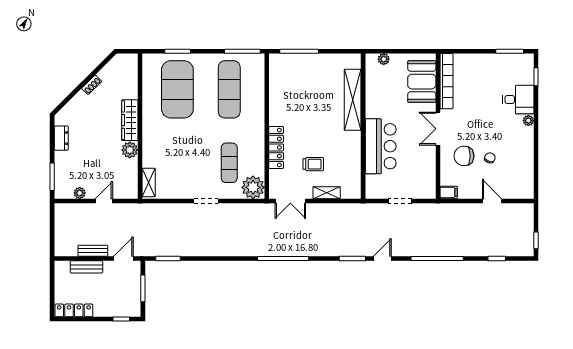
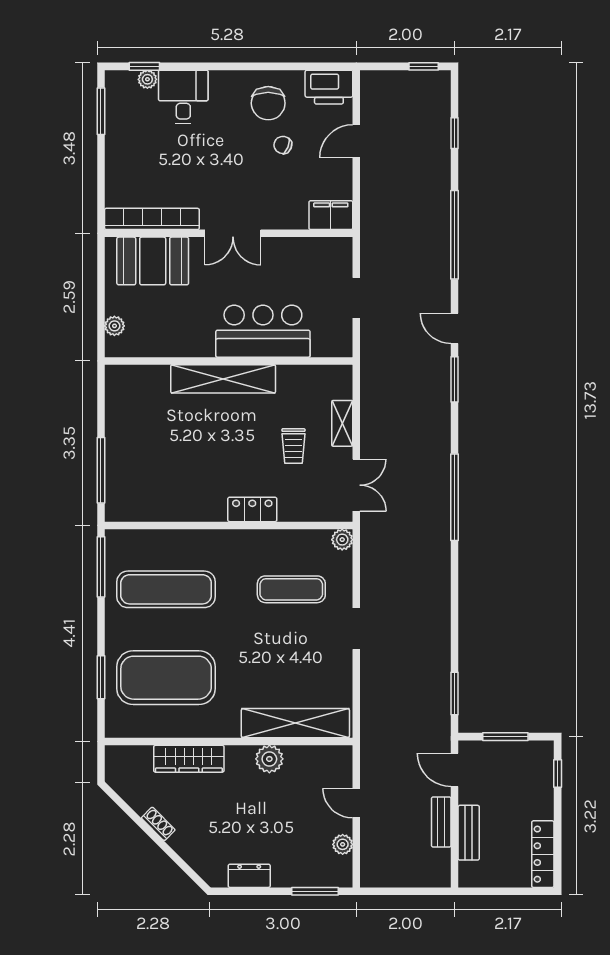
shelving: (353, 100) -> (223, 379), moved
wardrobe: (130, 120) -> (189, 759), moved
plant: (528, 121) -> (147, 79), moved
locker: (276, 147) -> (252, 509), width x0.66
chair: (464, 156) -> (268, 103), moved
trolley: (313, 164) -> (293, 446), turned 180
shelving: (149, 182) -> (295, 723), width x2.20, depth x1.33
printer: (524, 185) -> (329, 87), added
plant: (253, 187) -> (342, 540), width x0.53, depth x0.53
filing cabinet: (449, 192) -> (331, 215), width x2.00

